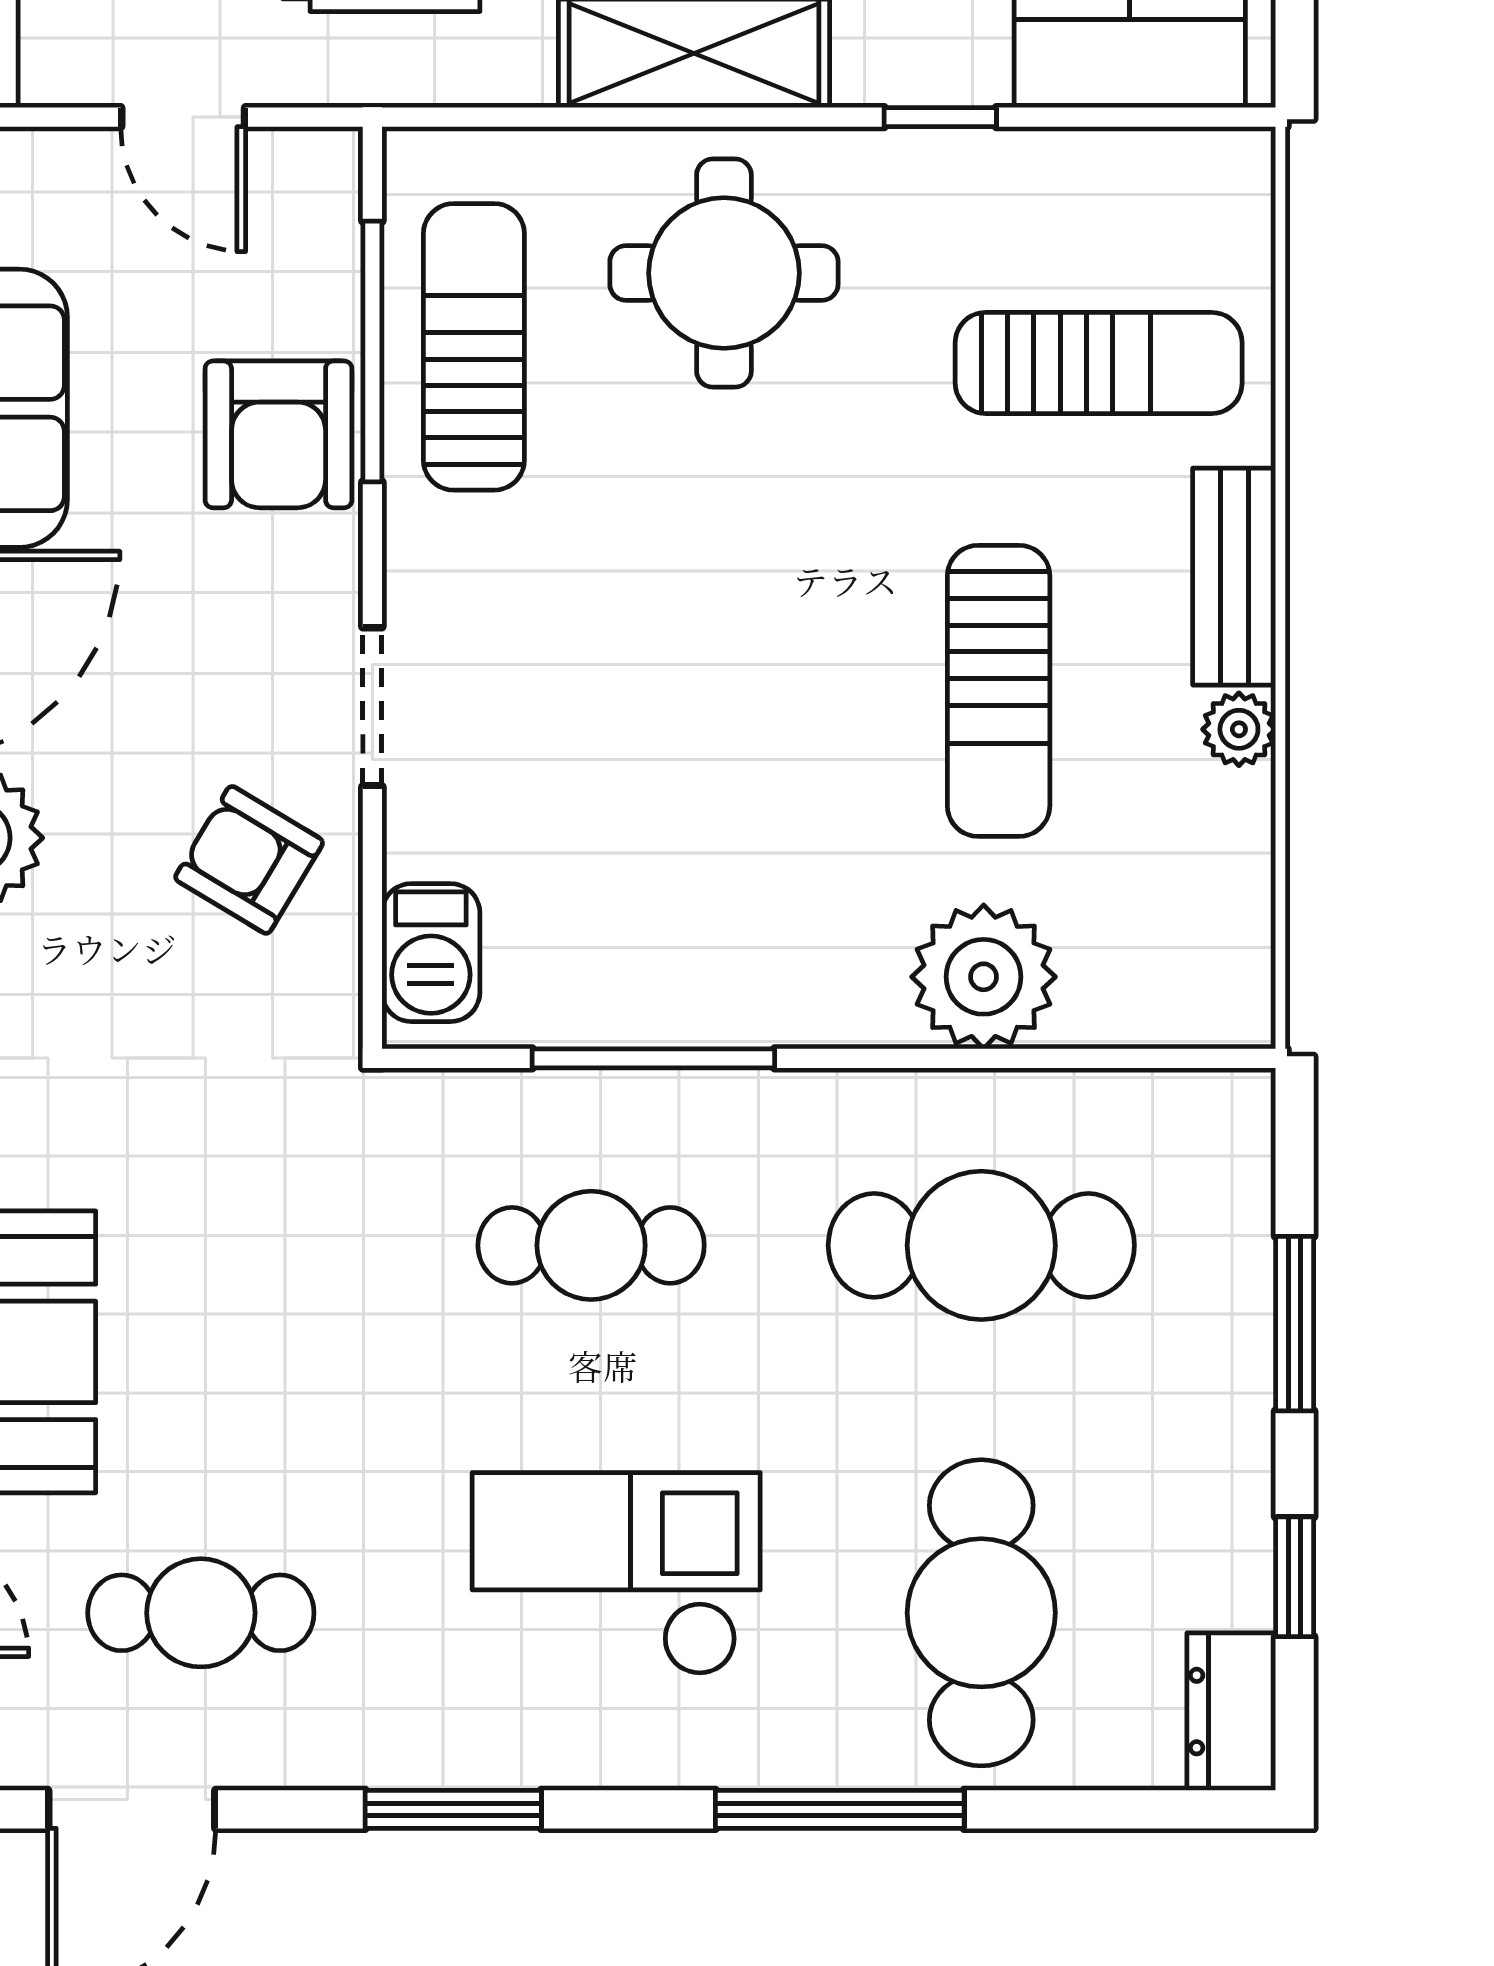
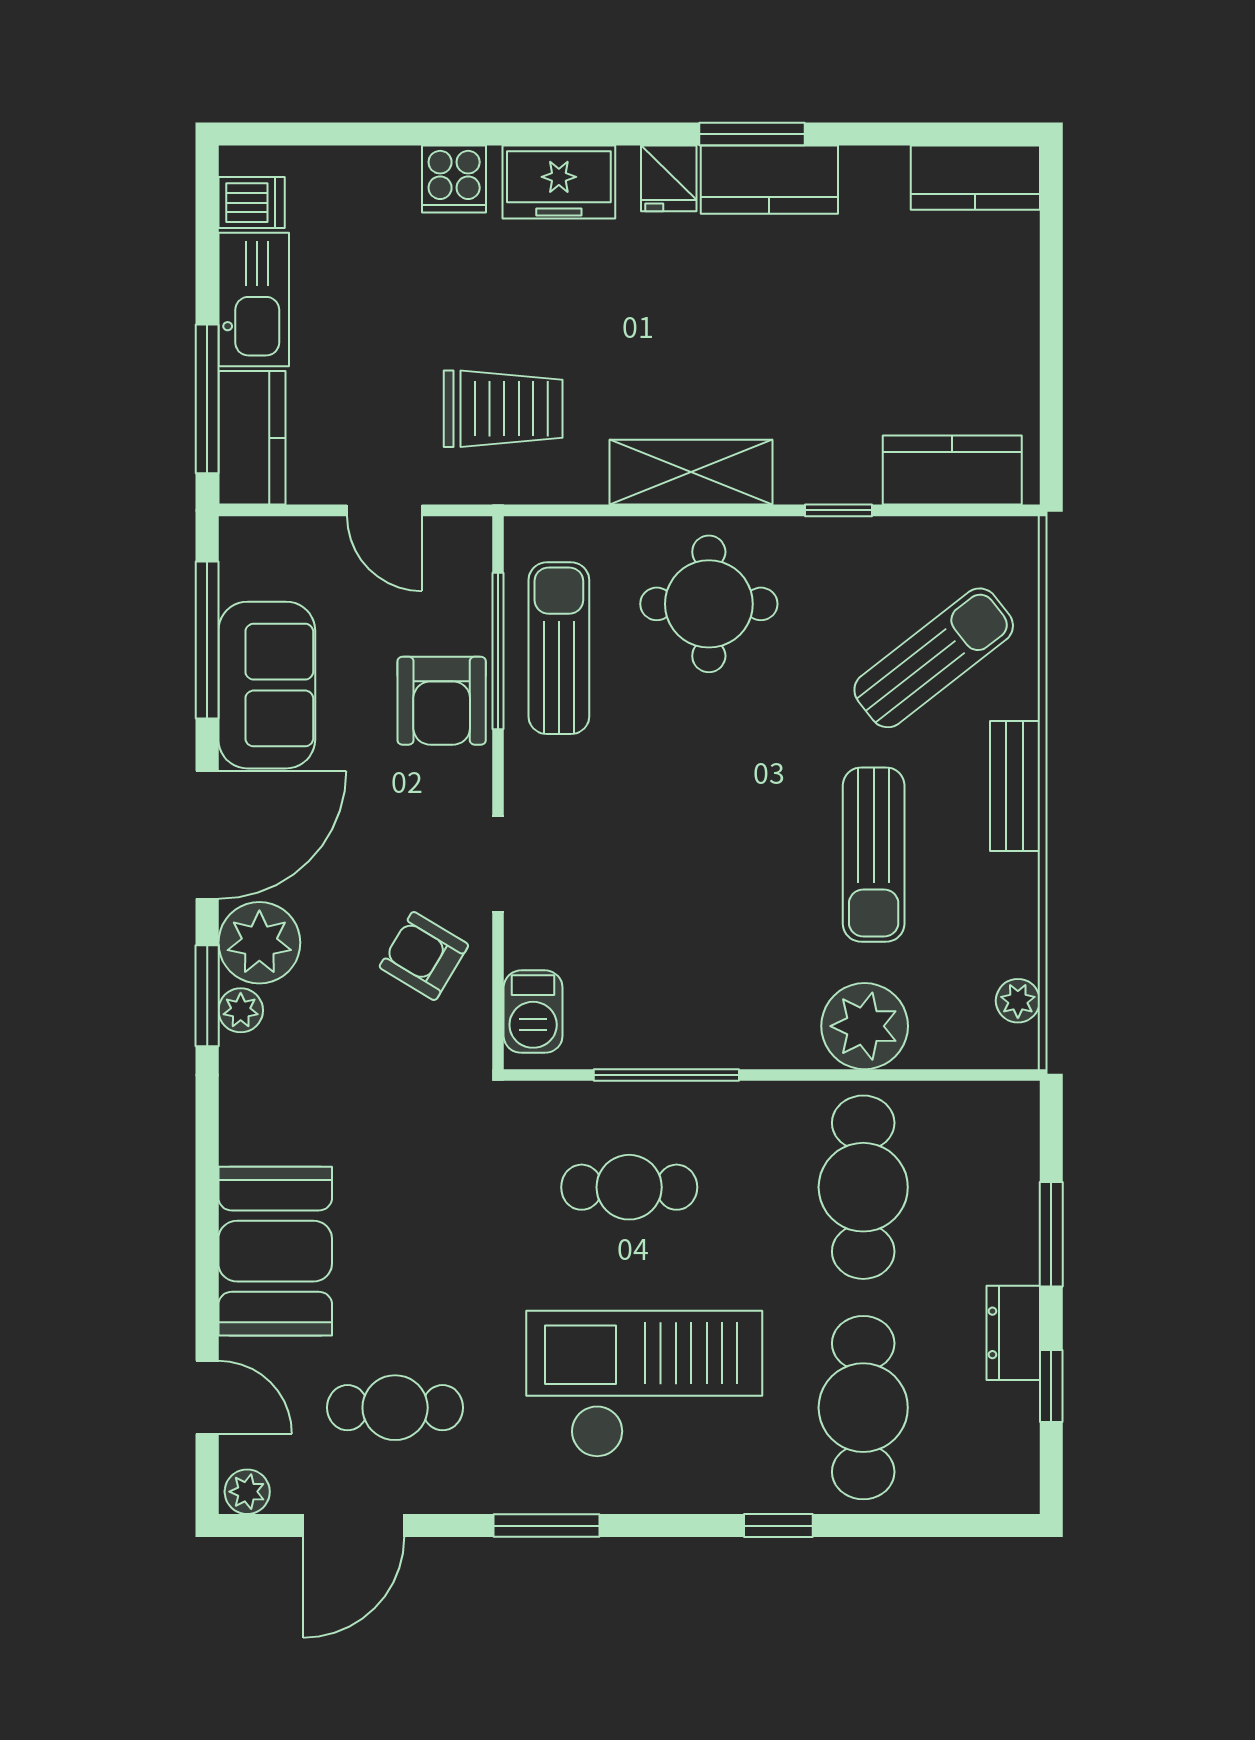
sun lounger: (1099, 363) -> (934, 658), turned -38
plant: (1239, 729) -> (1018, 1001), moved
cafe table: (981, 1245) -> (863, 1187), turned 90
checkout: (616, 1574) -> (644, 1384), width x1.36, depth x1.21
dresser: (1231, 1712) -> (1013, 1333), moved
window: (840, 1809) -> (778, 1526), width x0.46

